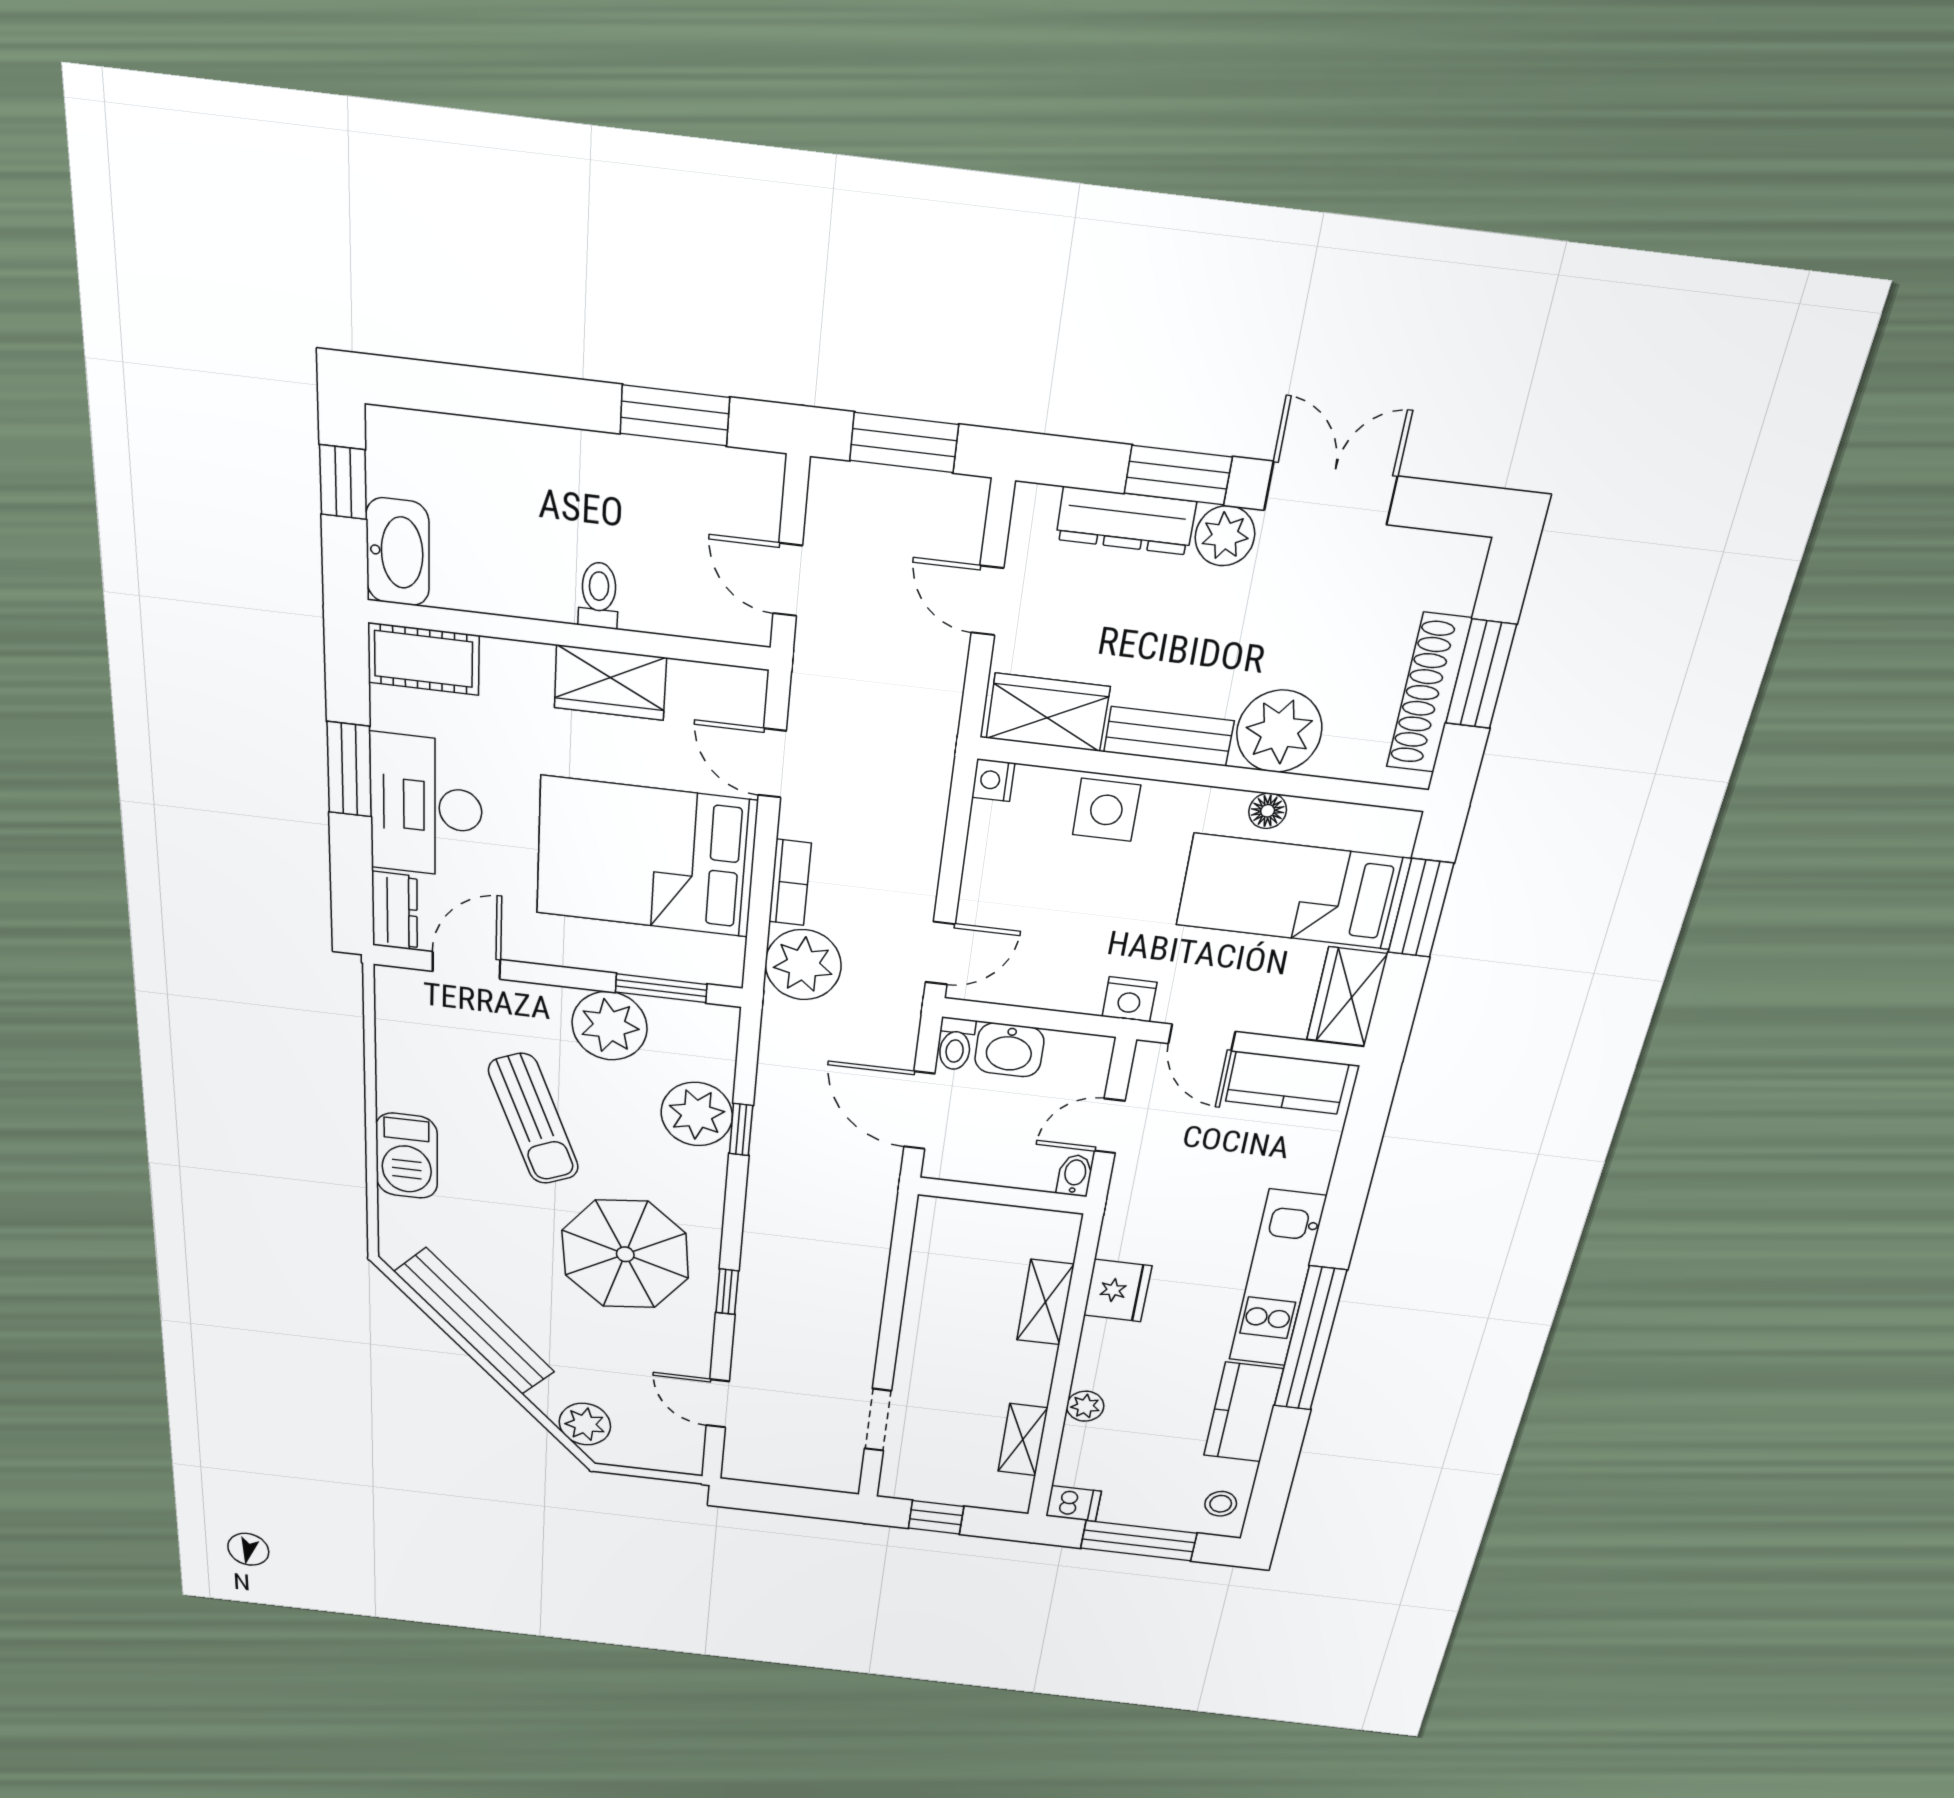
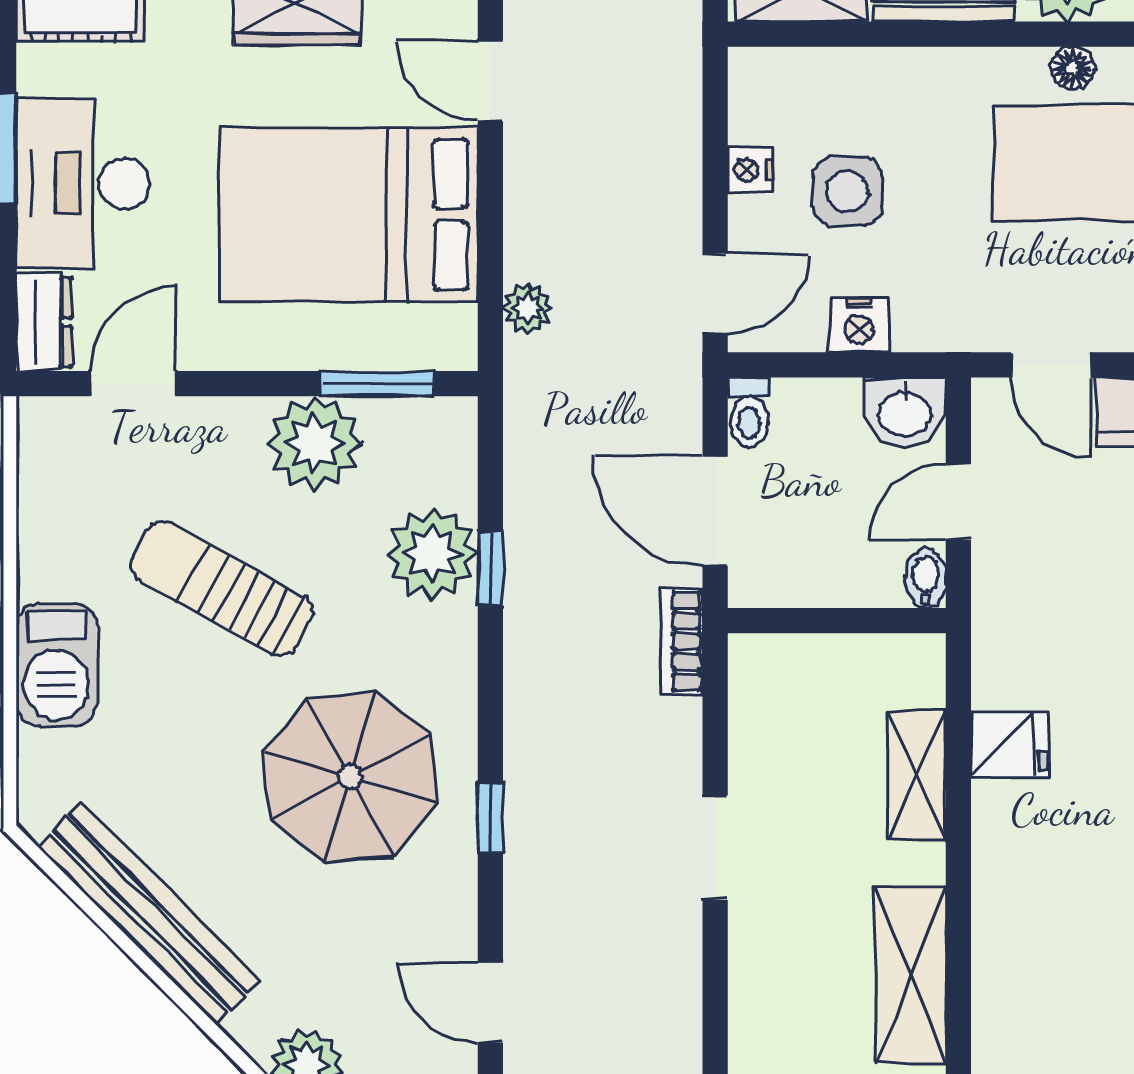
nightstand: (993, 780) -> (750, 170), moved
side table: (1106, 810) -> (847, 191), moved
bookcase: (790, 883) -> (681, 641), moved, turned 180
plant: (803, 965) -> (528, 308), width x0.53, depth x0.53
nightstand: (1129, 999) -> (859, 325), moved
washbasin: (1009, 1050) -> (905, 412), moved
sun lounger: (534, 1119) -> (222, 588), turned 141
fridge: (1118, 1291) -> (1009, 744), width x0.72
plant: (1085, 1406) -> (996, 936), removed
doorway: (878, 1420) -> (715, 848), moved
shelving: (1023, 1440) -> (911, 975), width x1.50, depth x1.33

